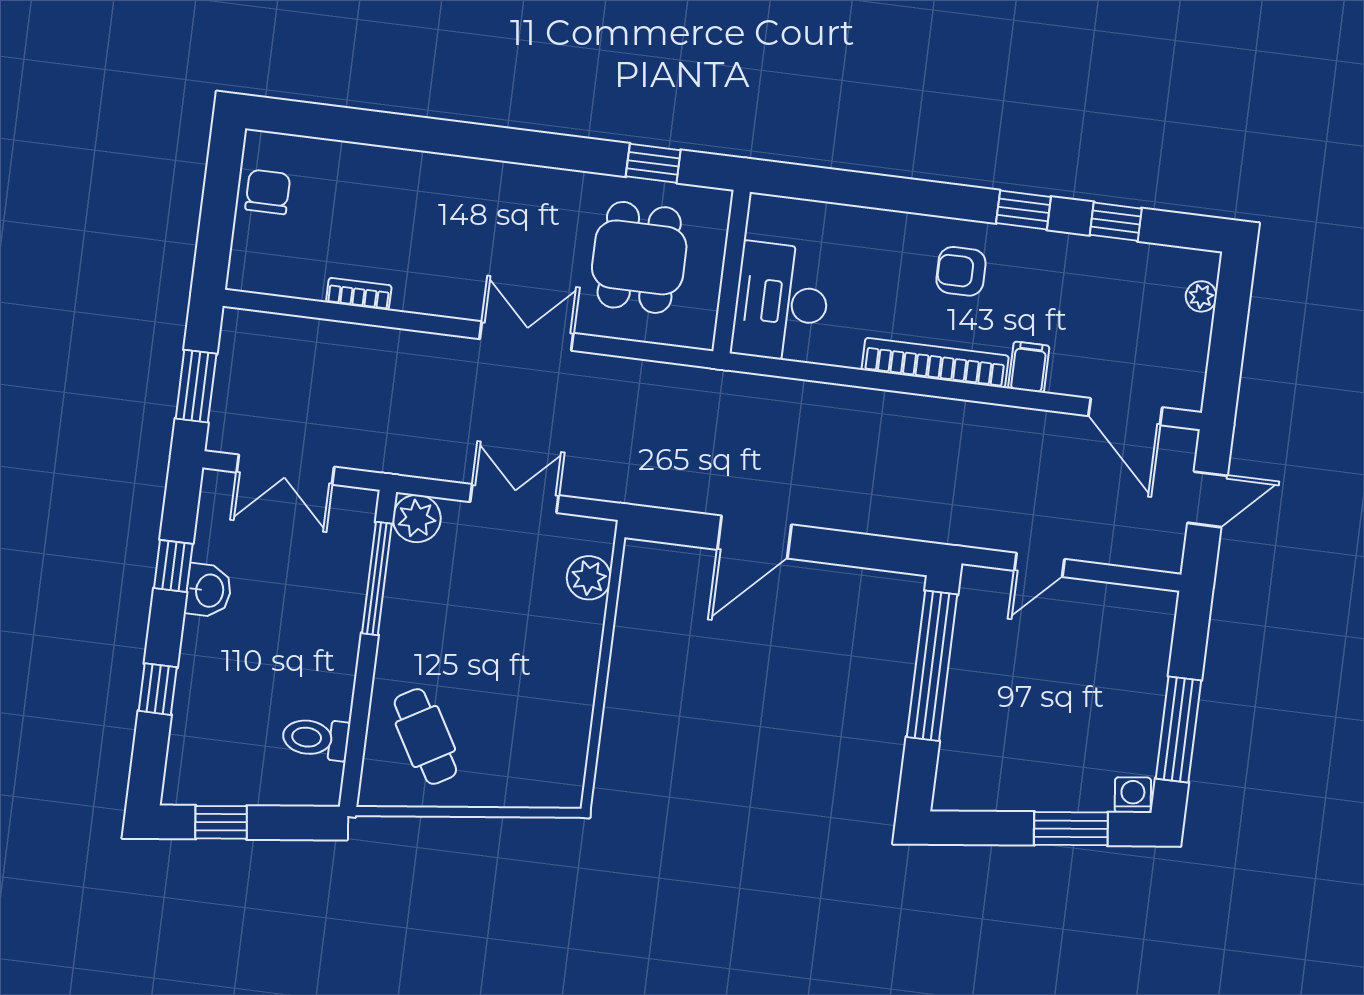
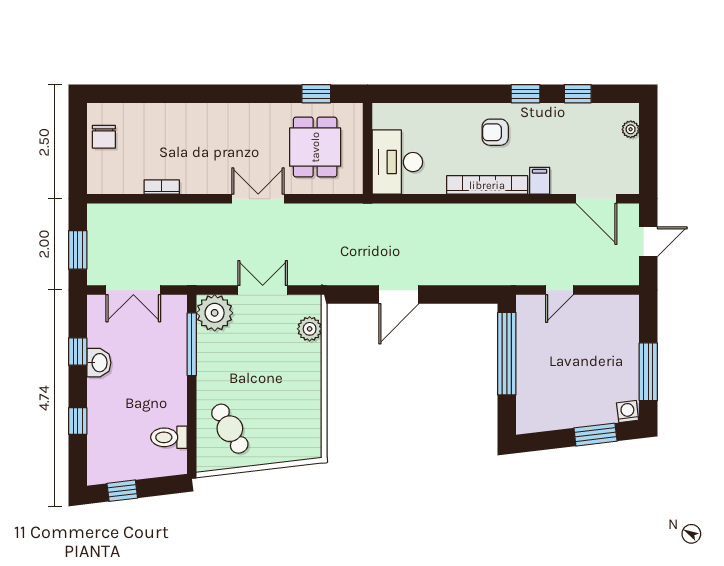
chair: (268, 192) -> (104, 137), turned 180
plant: (417, 518) -> (215, 313), width x1.36, depth x1.36

